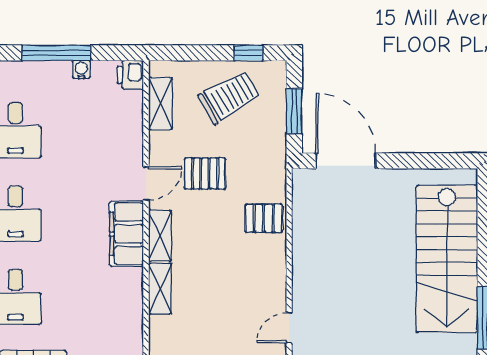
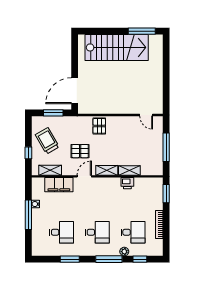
window: (248, 53) -> (28, 153), moved
printer: (130, 75) -> (127, 183), moved
pallet: (205, 174) -> (80, 151), turned 90
door: (146, 183) -> (84, 176), hinge flipped
filing cabinet: (127, 234) -> (59, 185), moved

